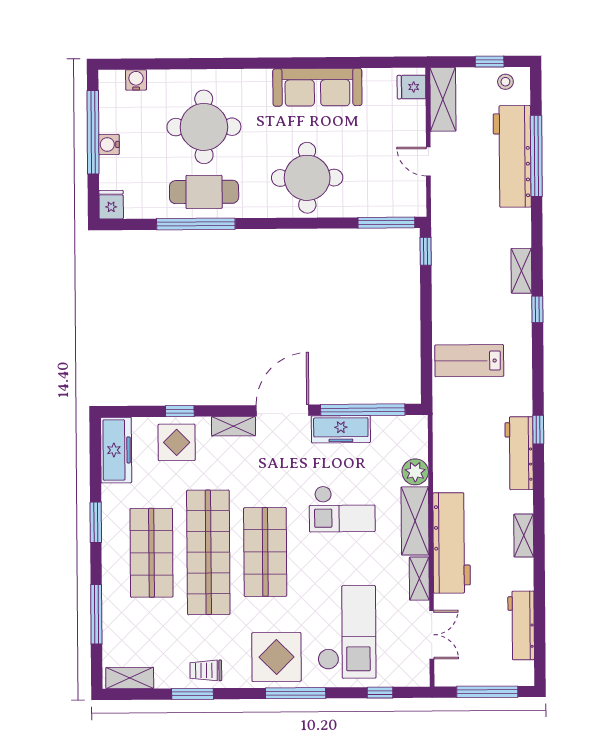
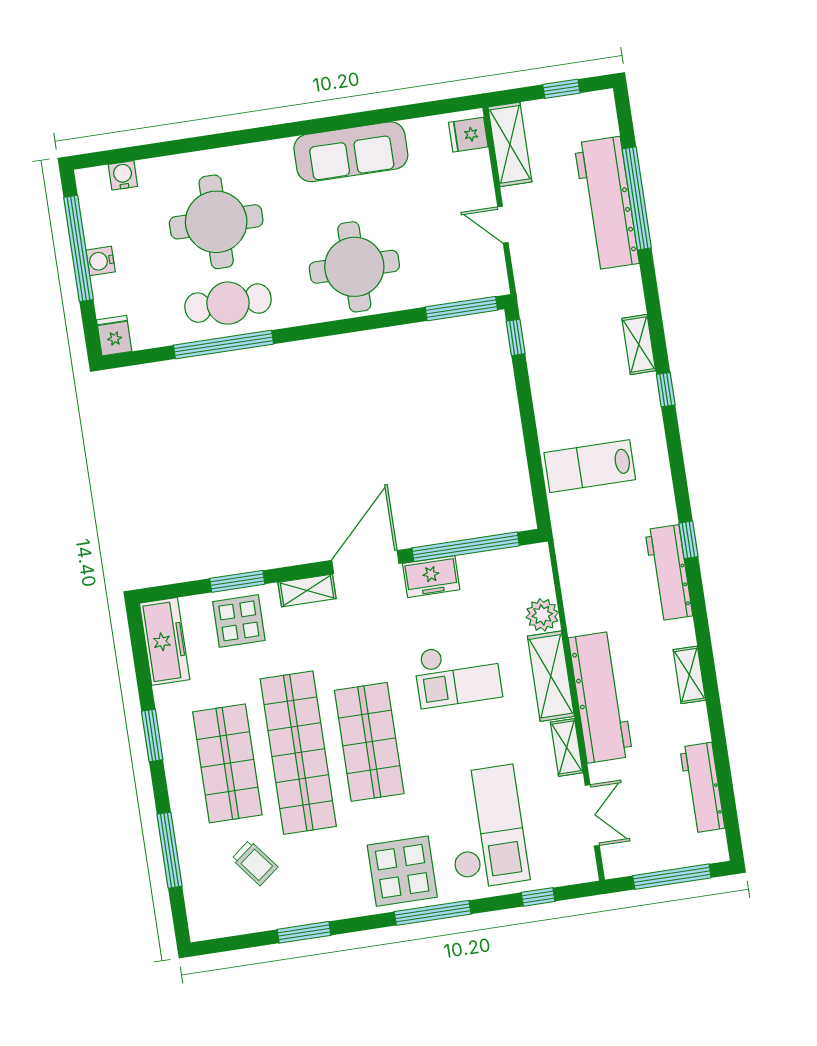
stool: (505, 82) -> (585, 111), removed
window: (180, 411) -> (237, 581), width x1.50
freezer: (341, 429) -> (431, 577), width x0.71
trolley: (206, 670) -> (255, 863), moved, turned -128
shelving: (130, 678) -> (223, 924), removed

